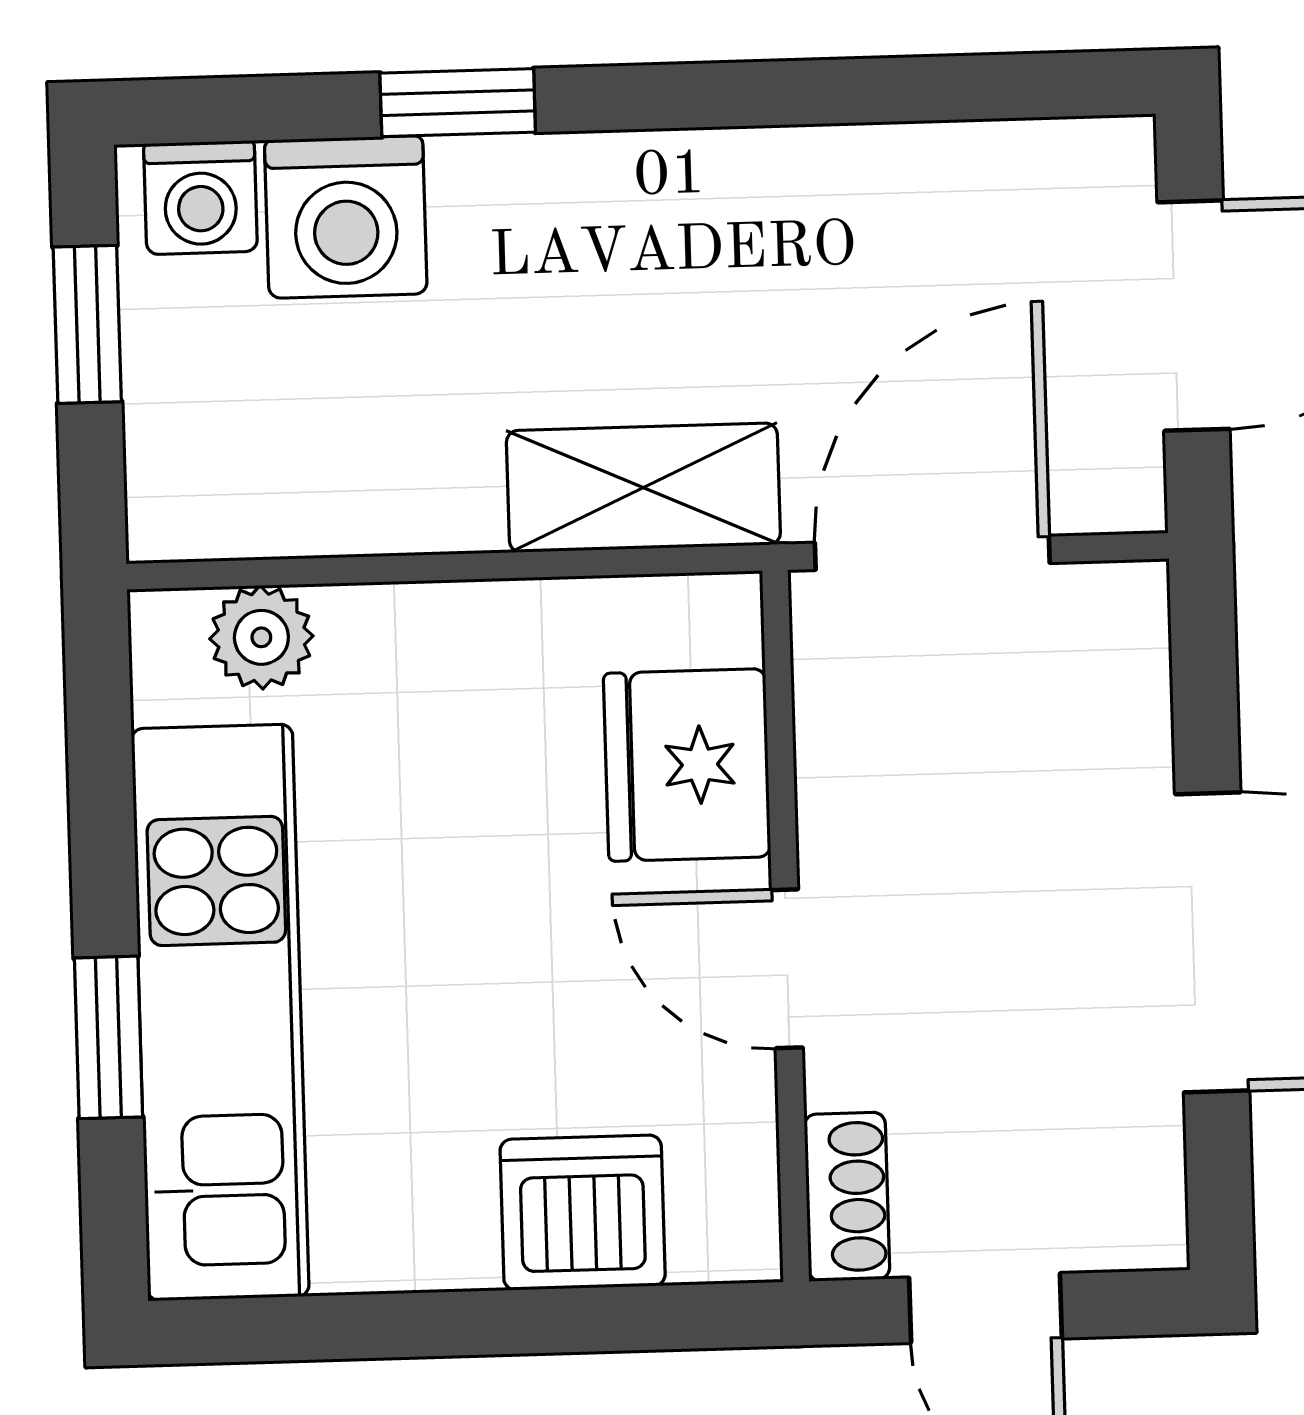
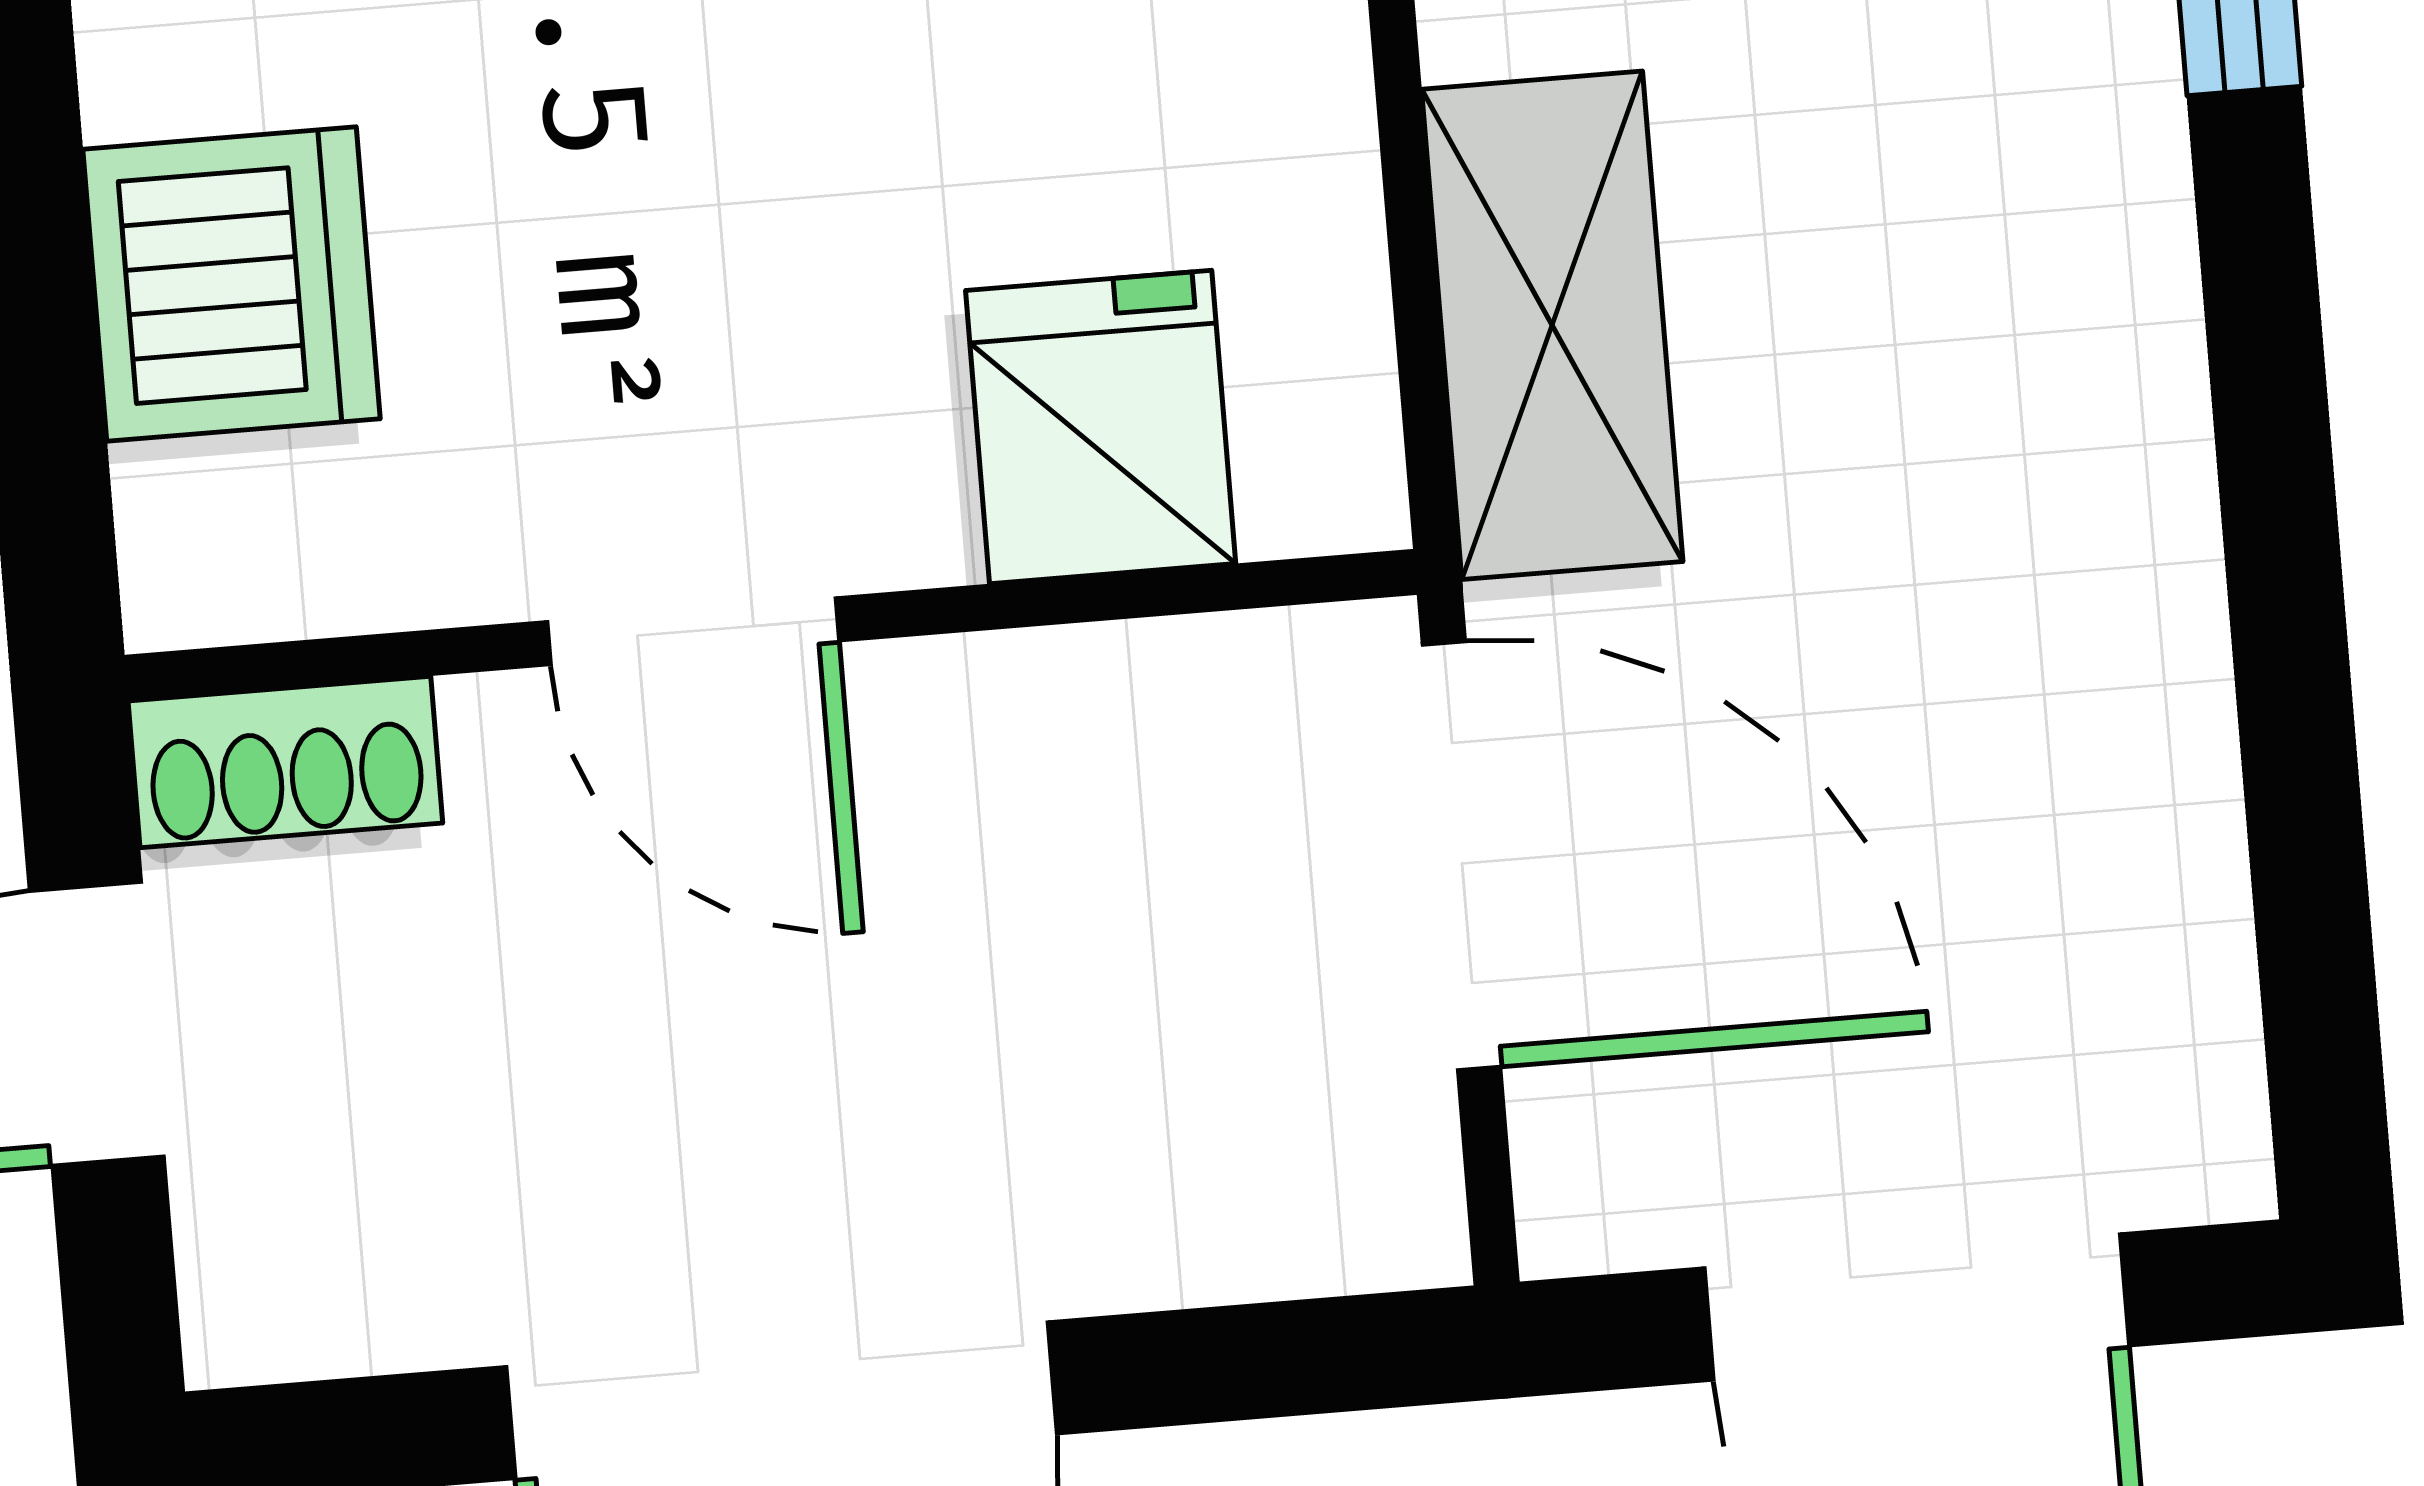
fridge: (687, 765) -> (1101, 427), width x0.72
door: (787, 969) -> (693, 631), swing flipped

